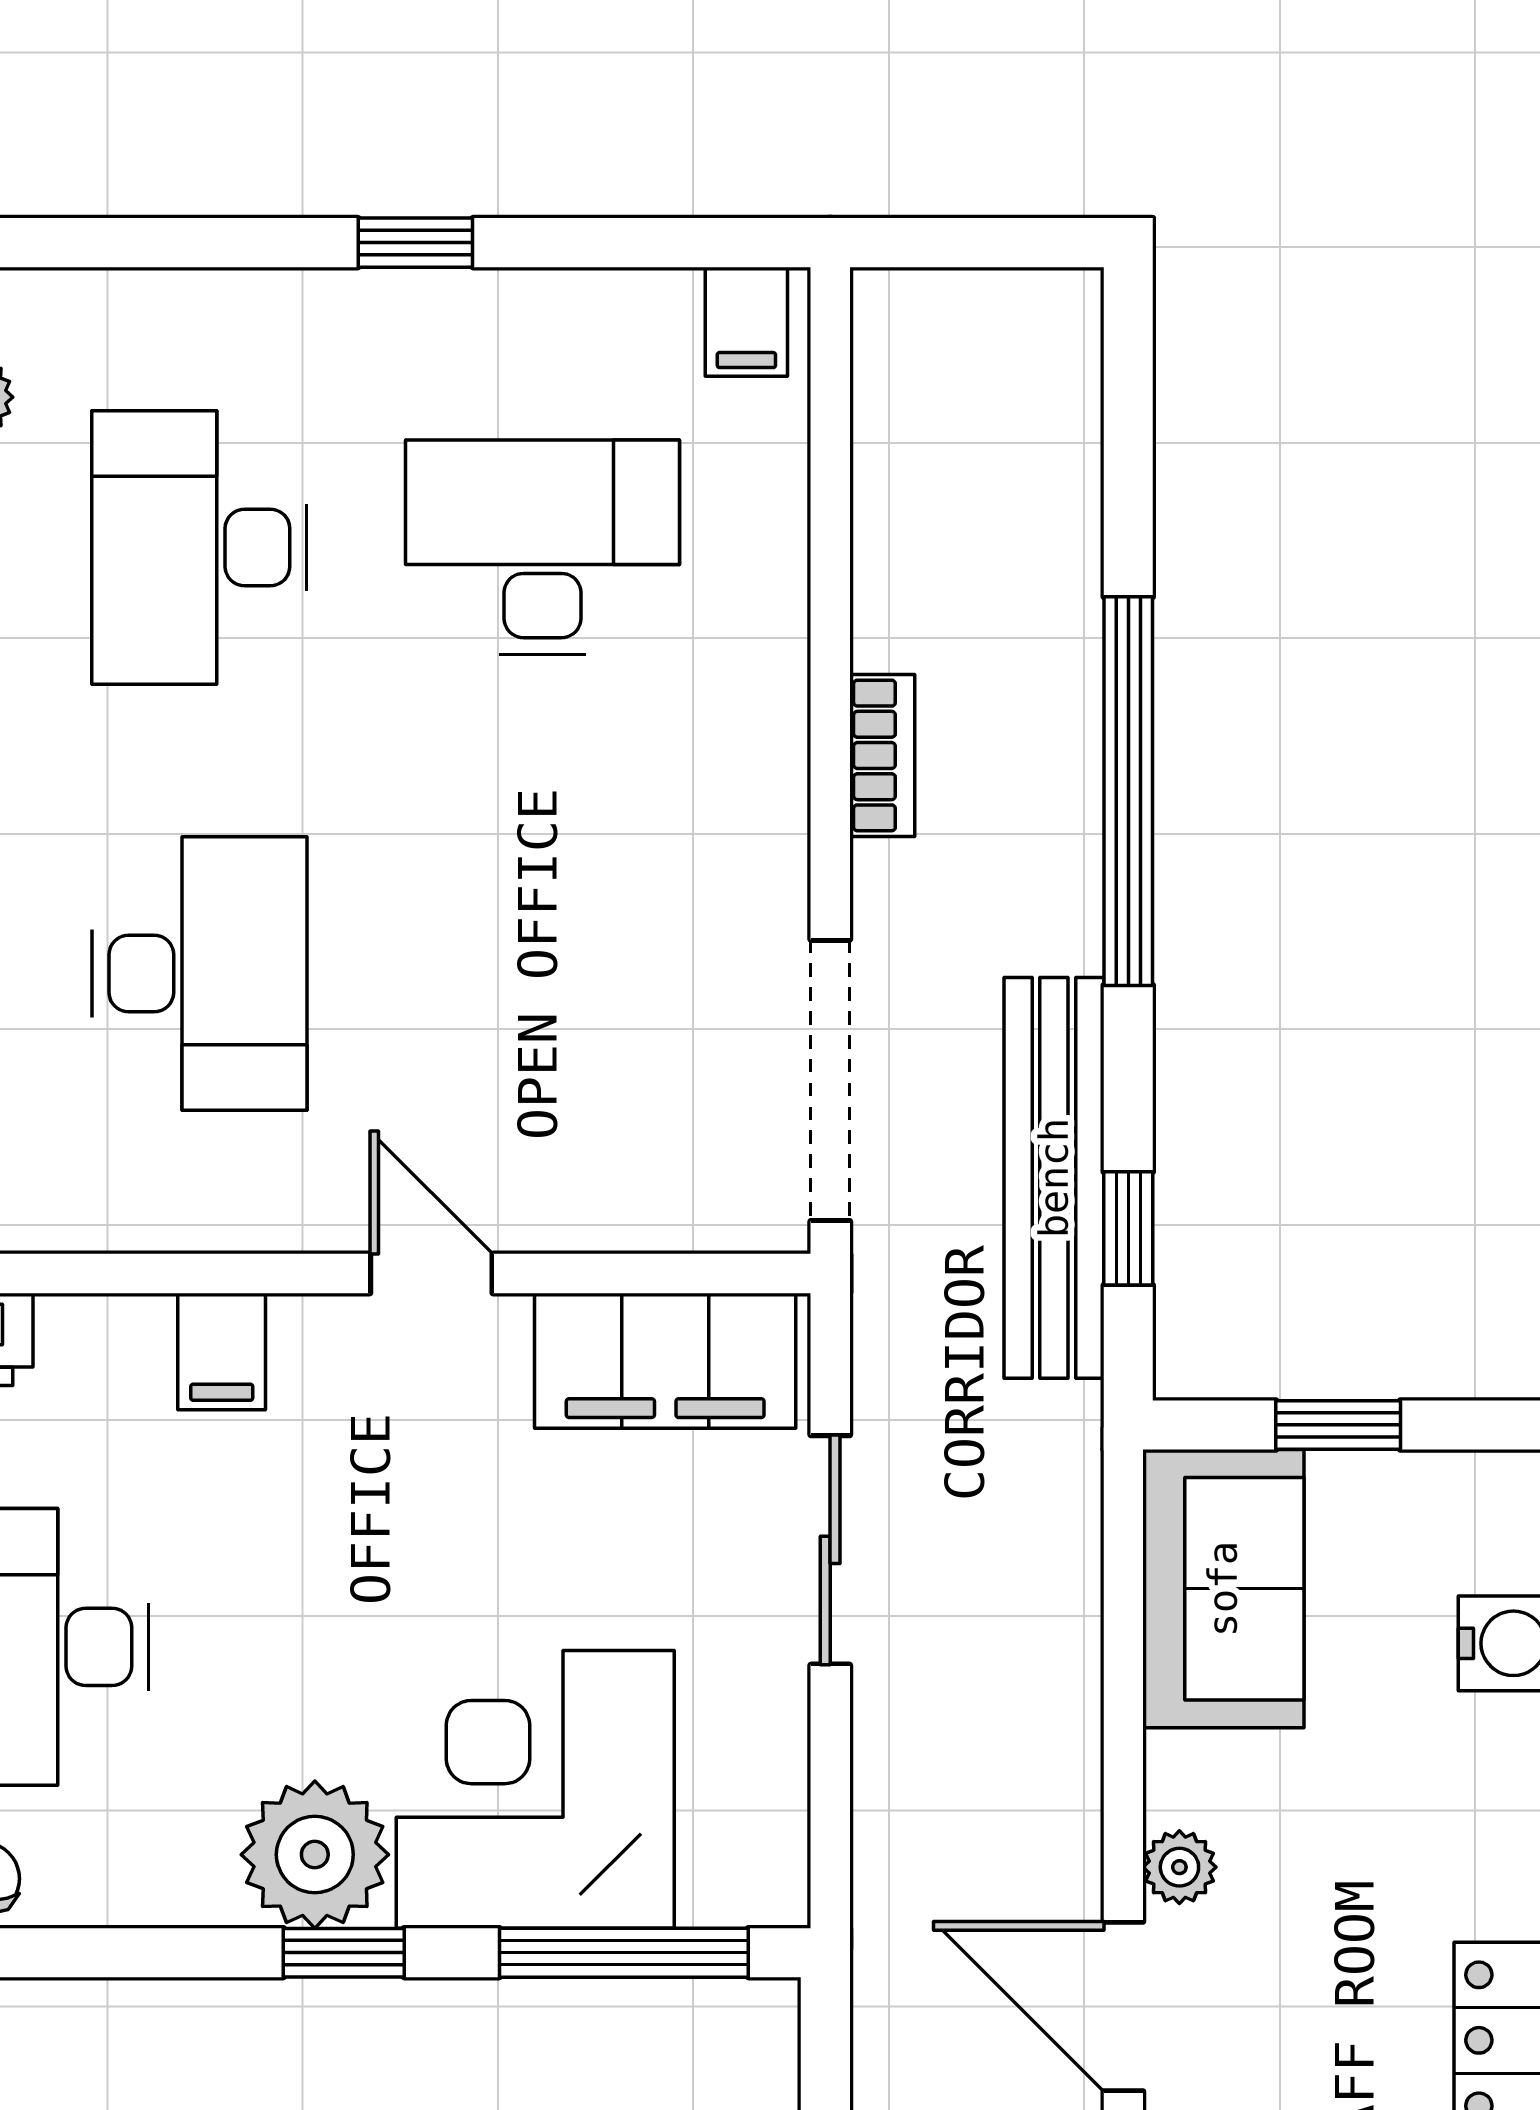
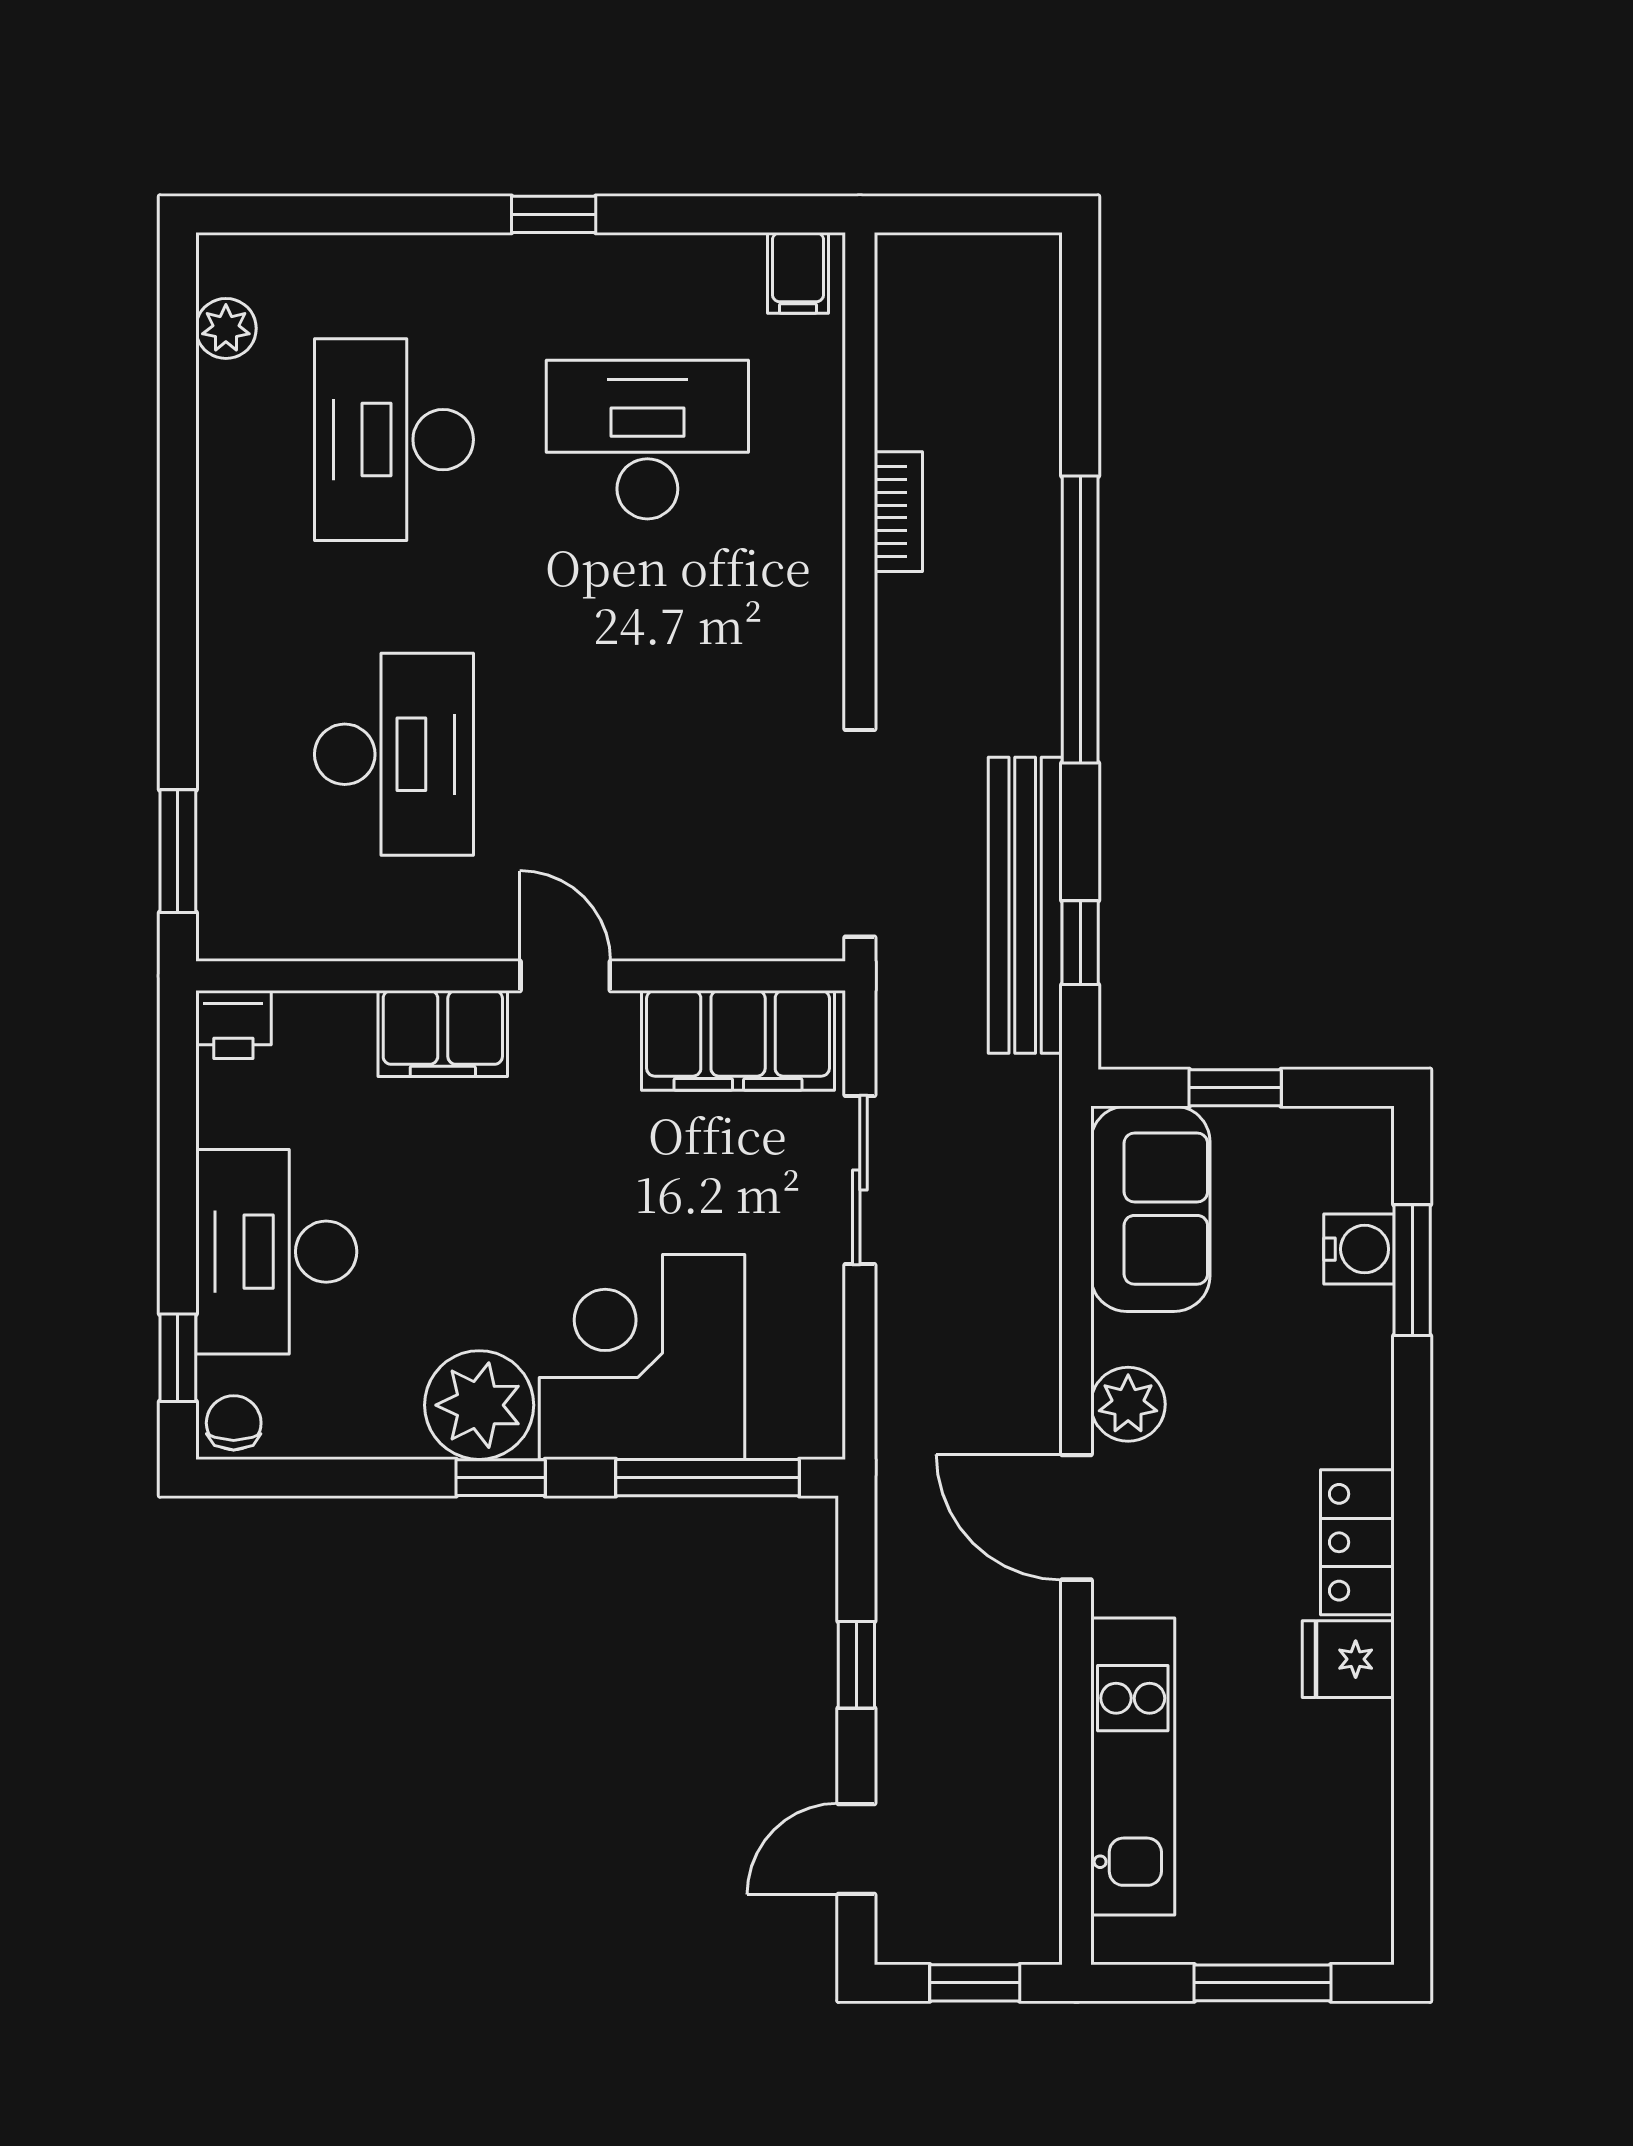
bookcase: (882, 755) -> (898, 512), moved
filing cabinet: (222, 1351) -> (443, 1033), width x2.00
plant: (1179, 1867) -> (1128, 1404), width x1.38, depth x1.38

